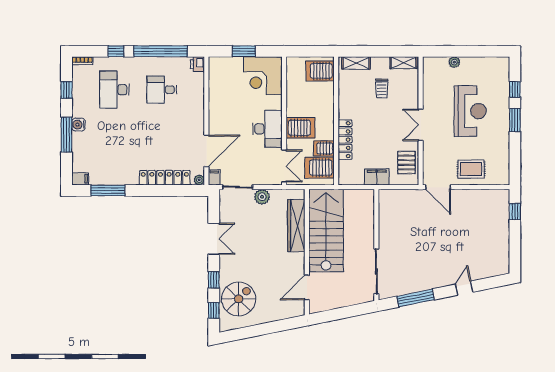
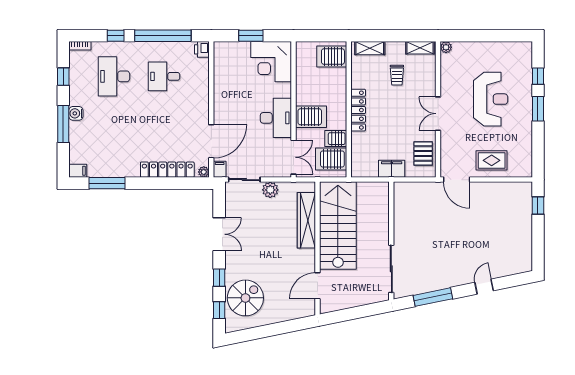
plant: (454, 62) -> (446, 47), moved
locker: (345, 140) -> (358, 110), moved

